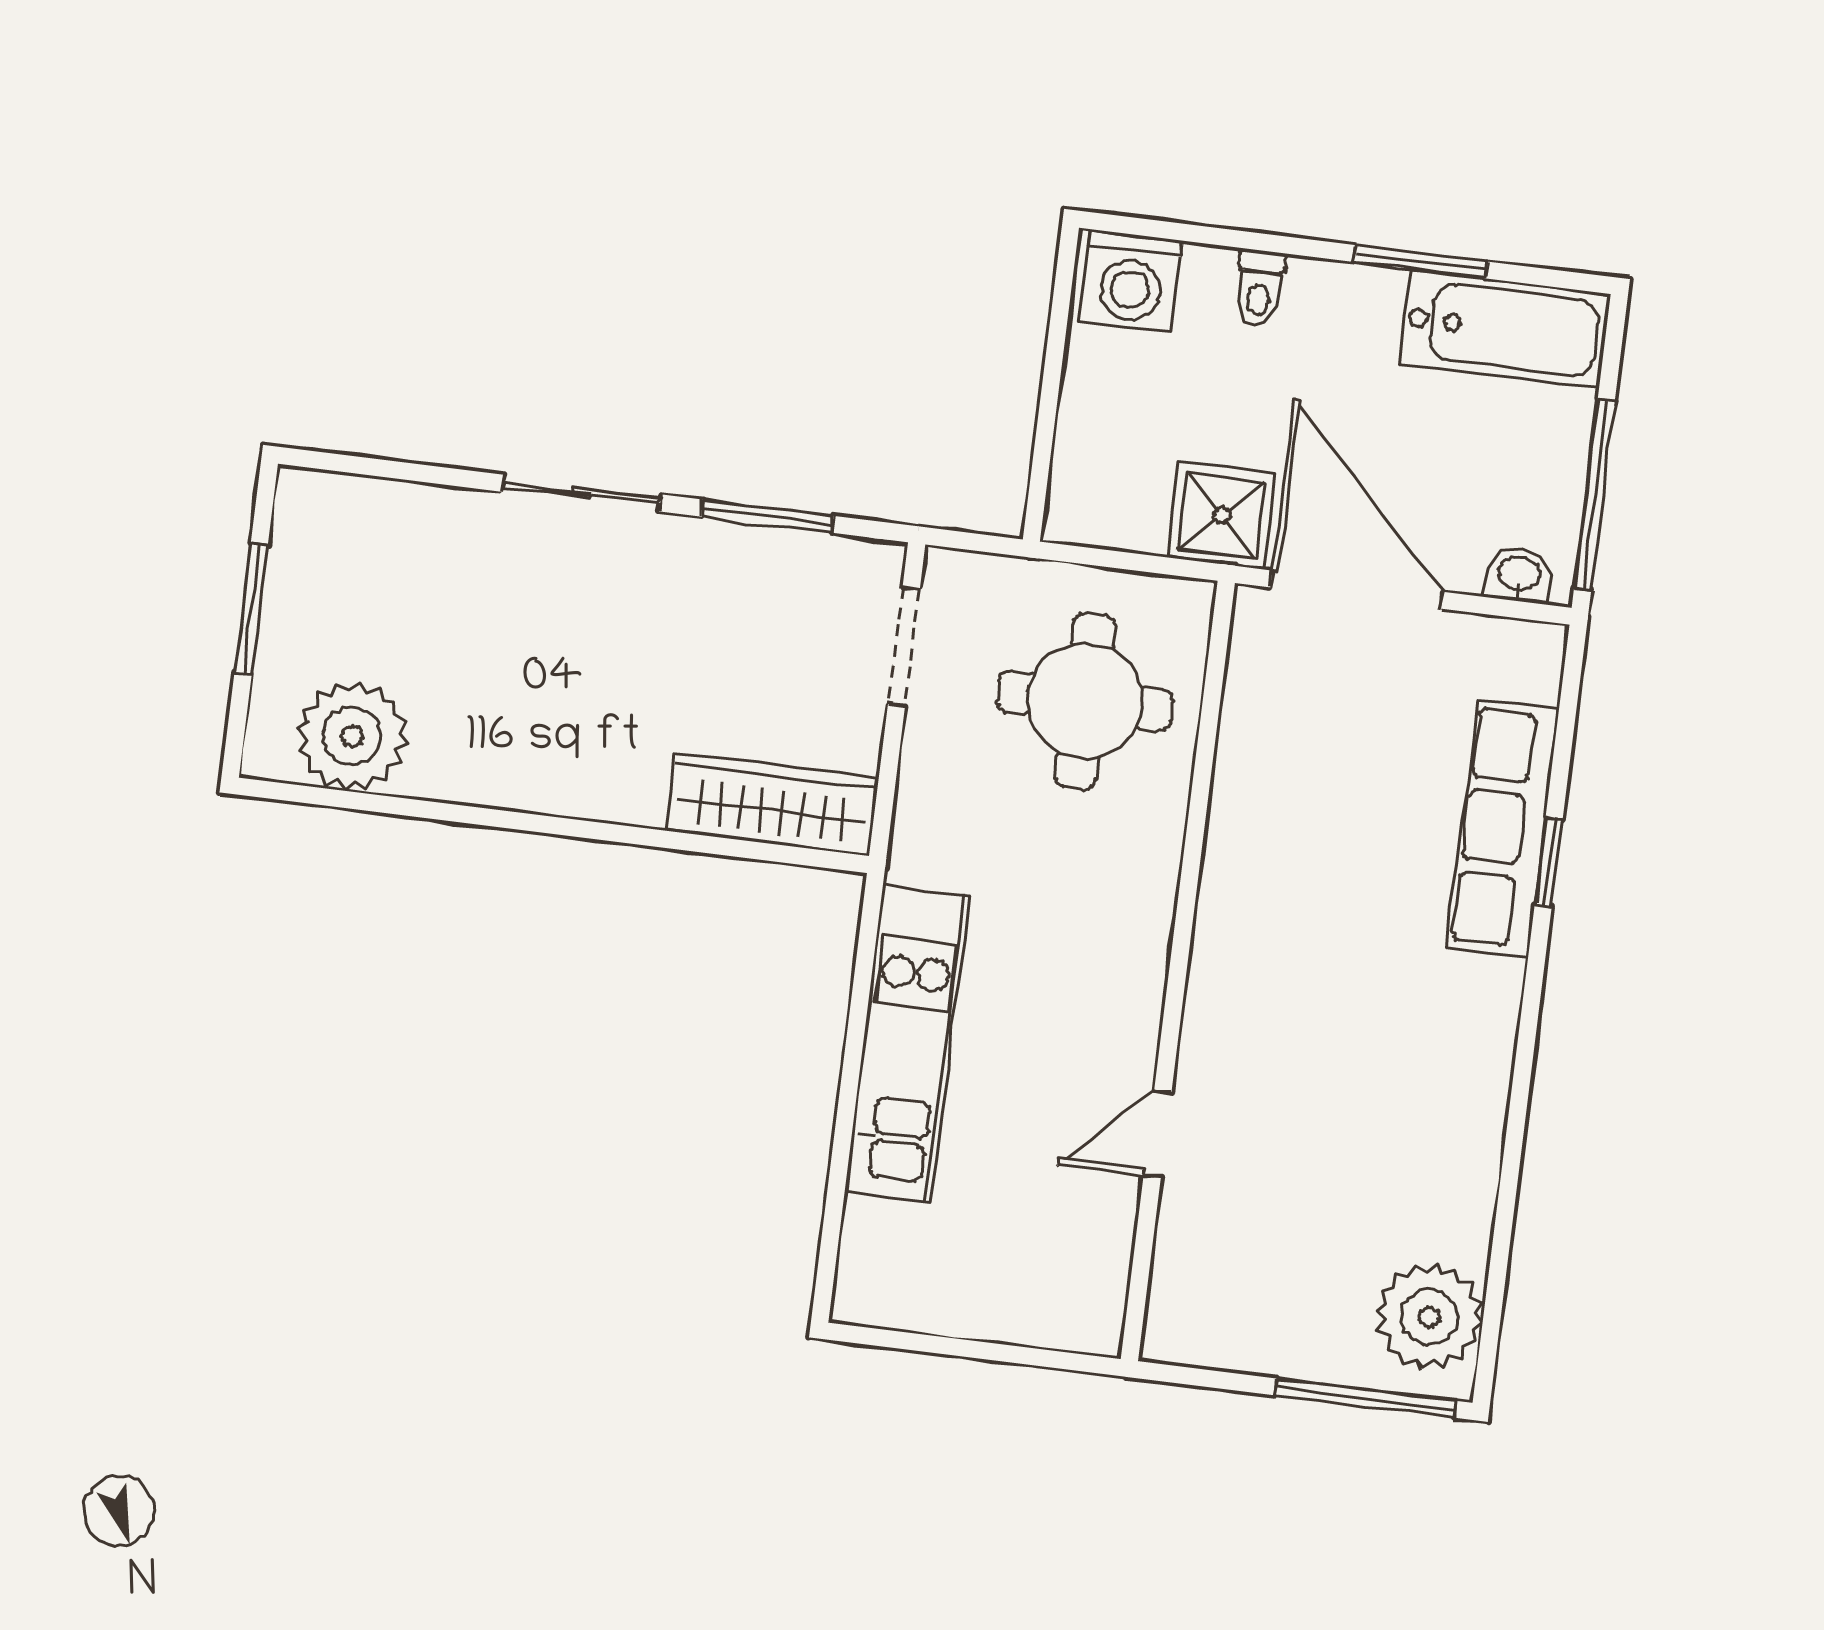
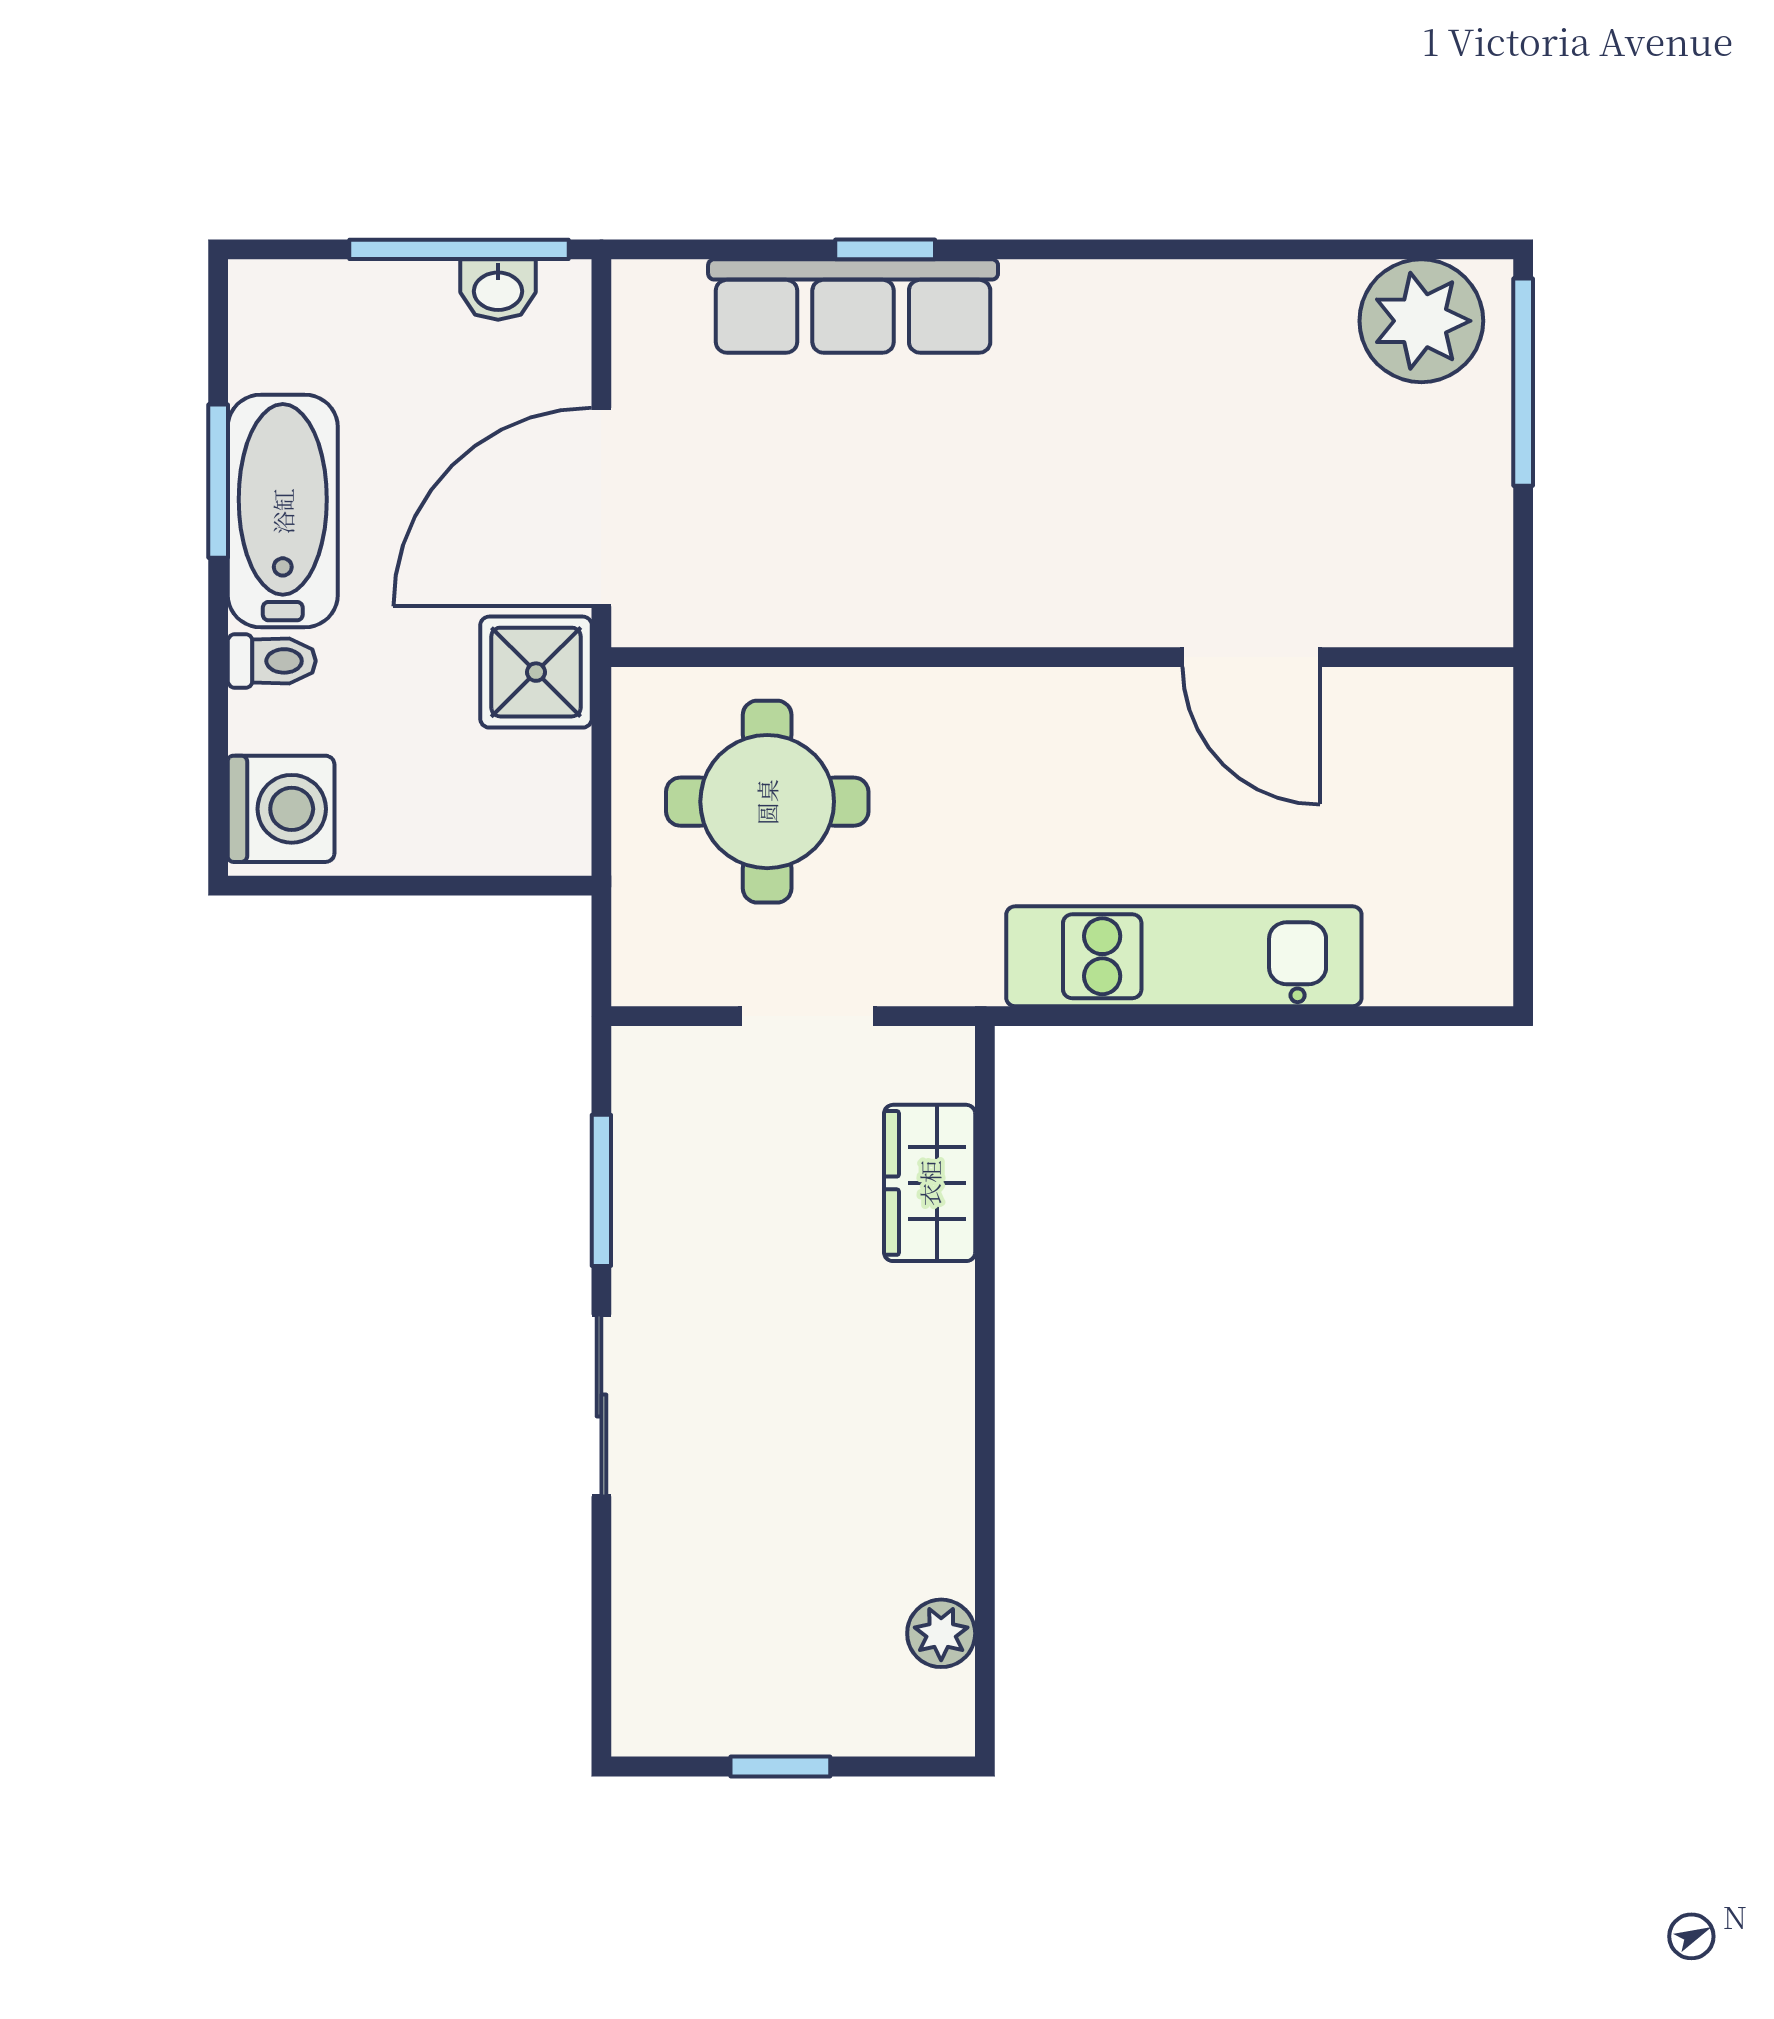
bathtub: (1504, 329) -> (283, 511), moved
washbasin: (1519, 575) -> (498, 289), moved, turned -90
window: (251, 609) -> (780, 1767), width x0.67
doorway: (904, 647) -> (808, 1016), moved
plant: (352, 736) -> (941, 1633), width x0.53, depth x0.53
wardrobe: (772, 804) -> (930, 1183), width x0.67
door: (1158, 1134) -> (1251, 657), width x1.38

